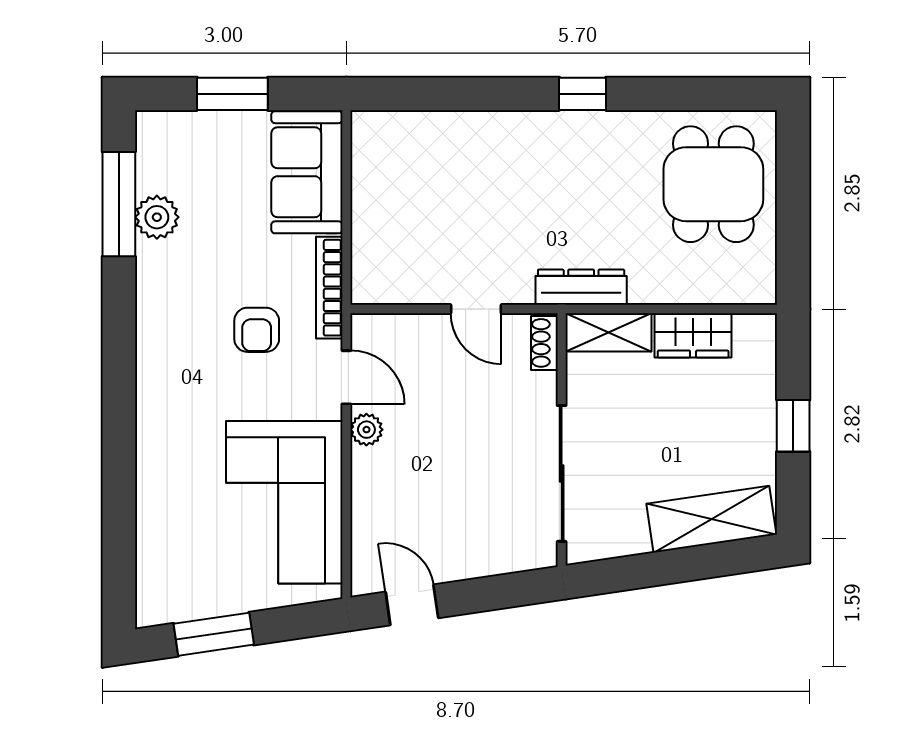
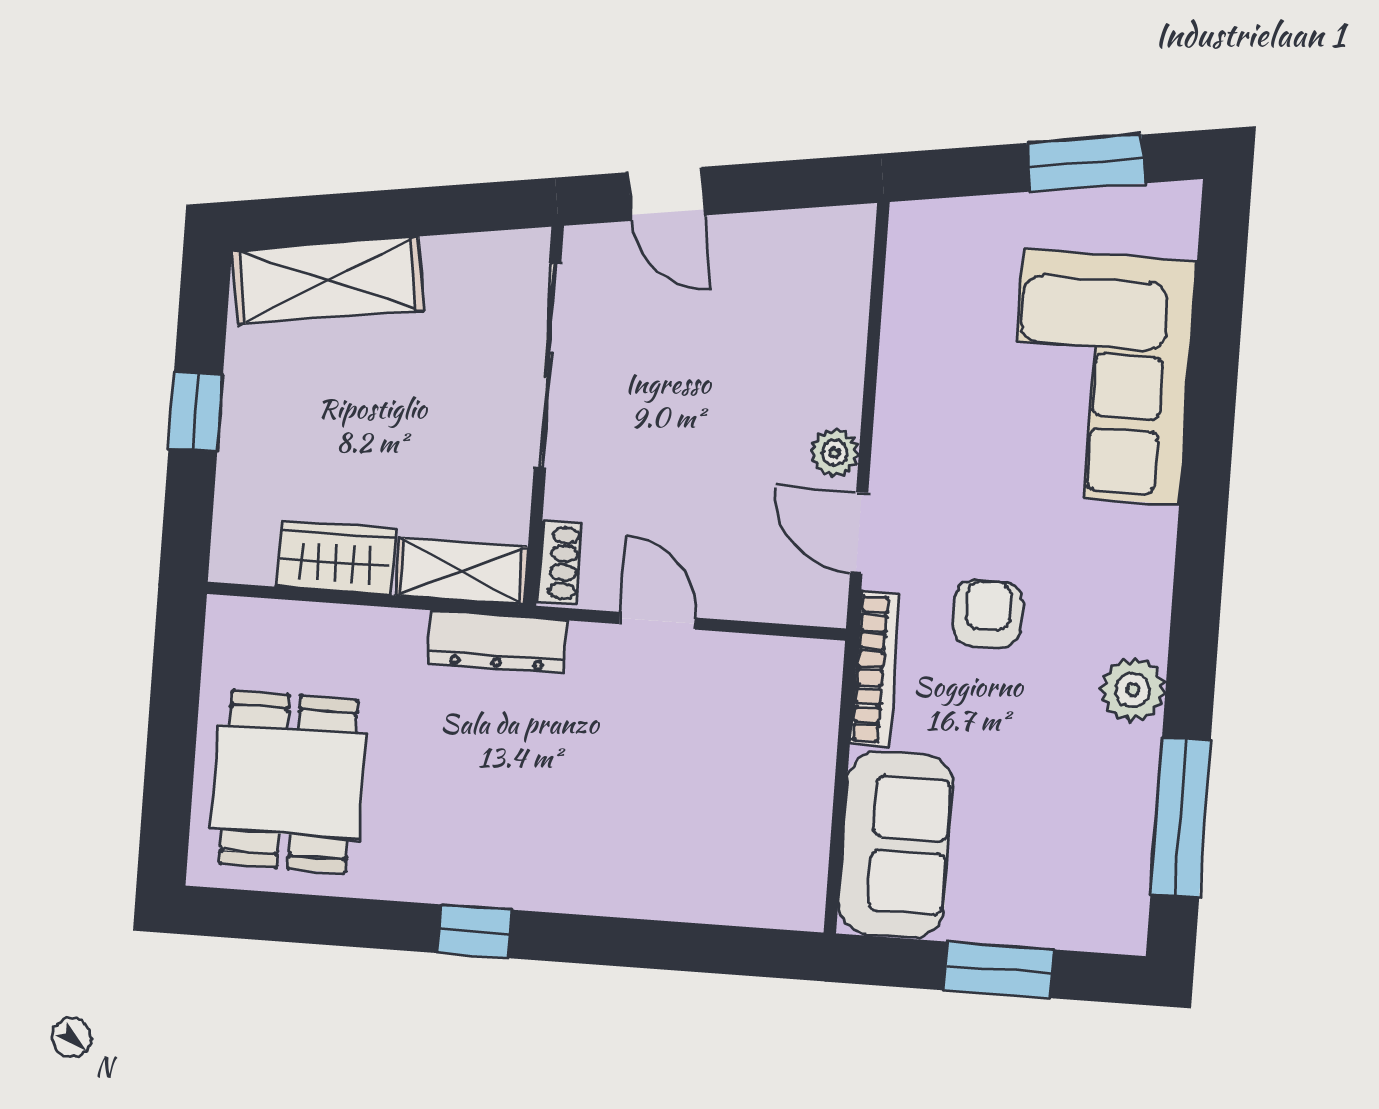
plant: (157, 217) -> (1133, 690), moved
corner sofa: (284, 502) -> (1101, 377), moved, turned 180
door: (412, 605) -> (667, 194), moved

